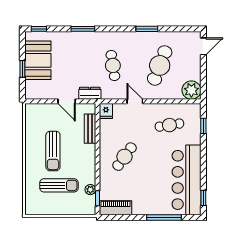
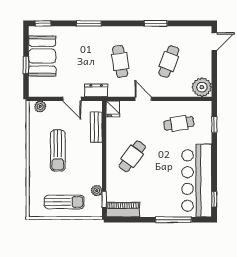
cafe table: (160, 65) -> (169, 61), width x0.73, depth x0.74
plant: (36, 109) -> (40, 106), added
sun lounger: (59, 185) -> (64, 202), moved

